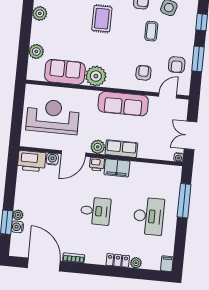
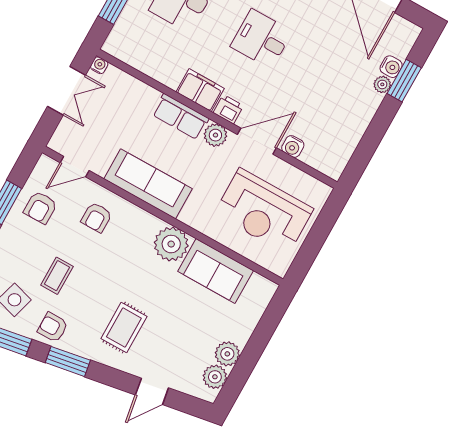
plant: (36, 51) -> (227, 354), moved
armchair: (177, 65) -> (40, 208), turned 180
printer: (32, 161) -> (326, 157), removed

